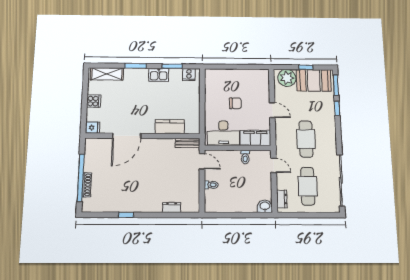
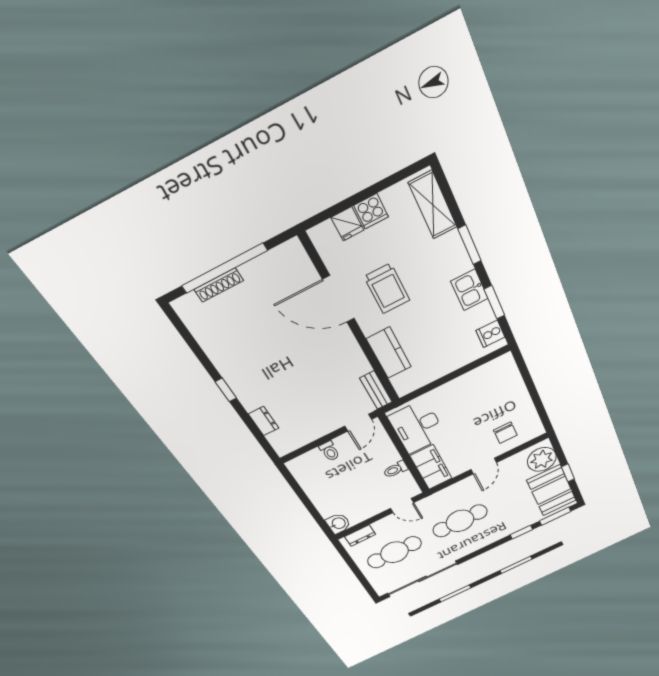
chair: (235, 103) -> (505, 433), moved
trolley: (135, 112) -> (387, 288), added
fridge: (93, 128) -> (347, 224), moved
door: (274, 165) -> (402, 506), hinge flipped
window: (126, 215) -> (226, 390), moved

